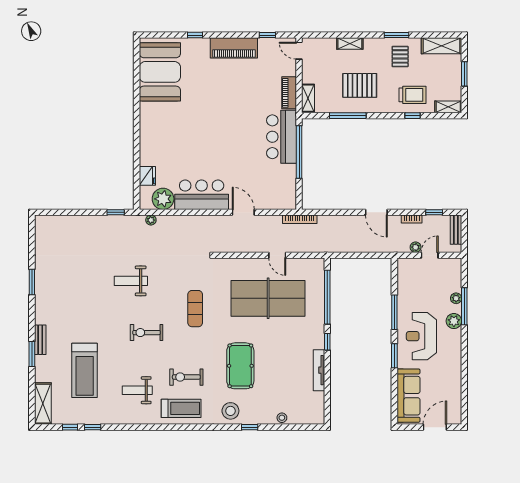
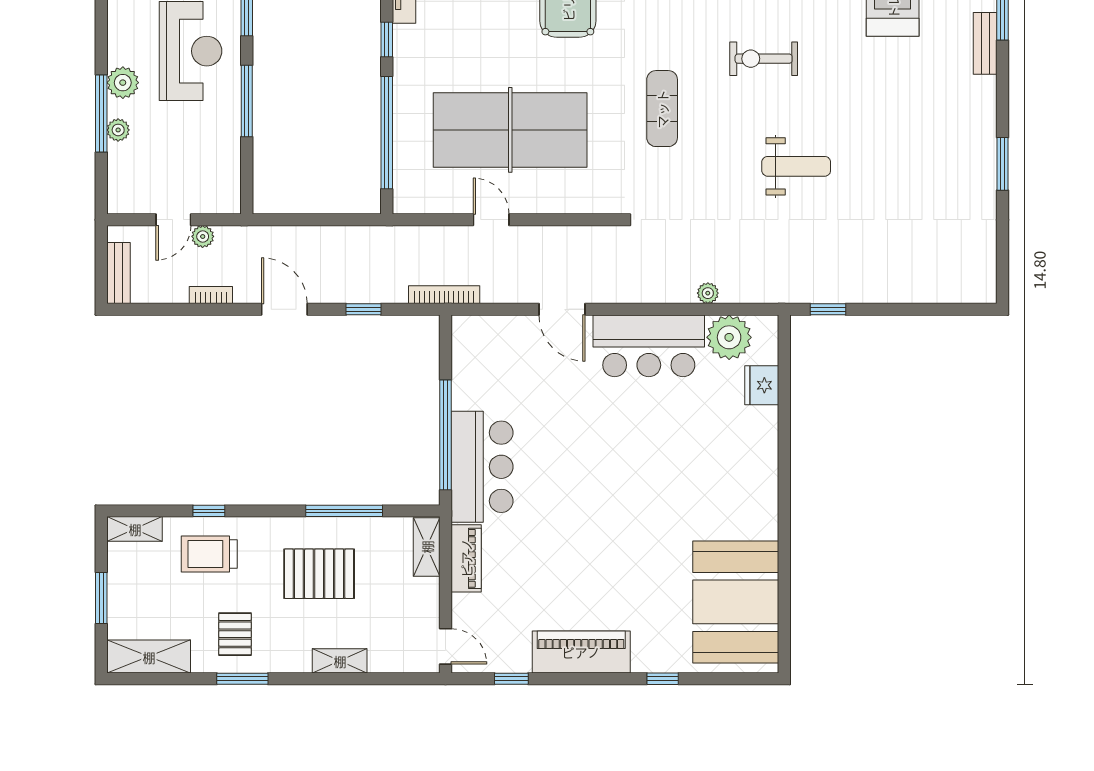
window: (434, 212) -> (364, 309), moved
plant: (151, 220) -> (708, 293), moved
exercise bike: (146, 333) -> (764, 59), turned 180

